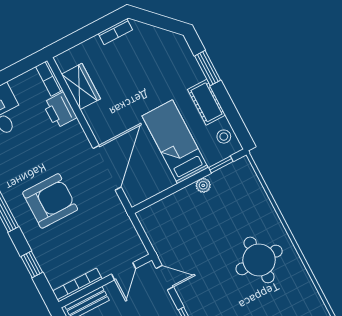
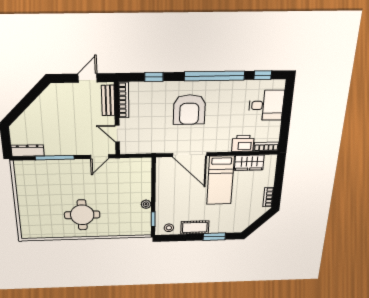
bed: (175, 142) -> (220, 180), moved, turned 90

